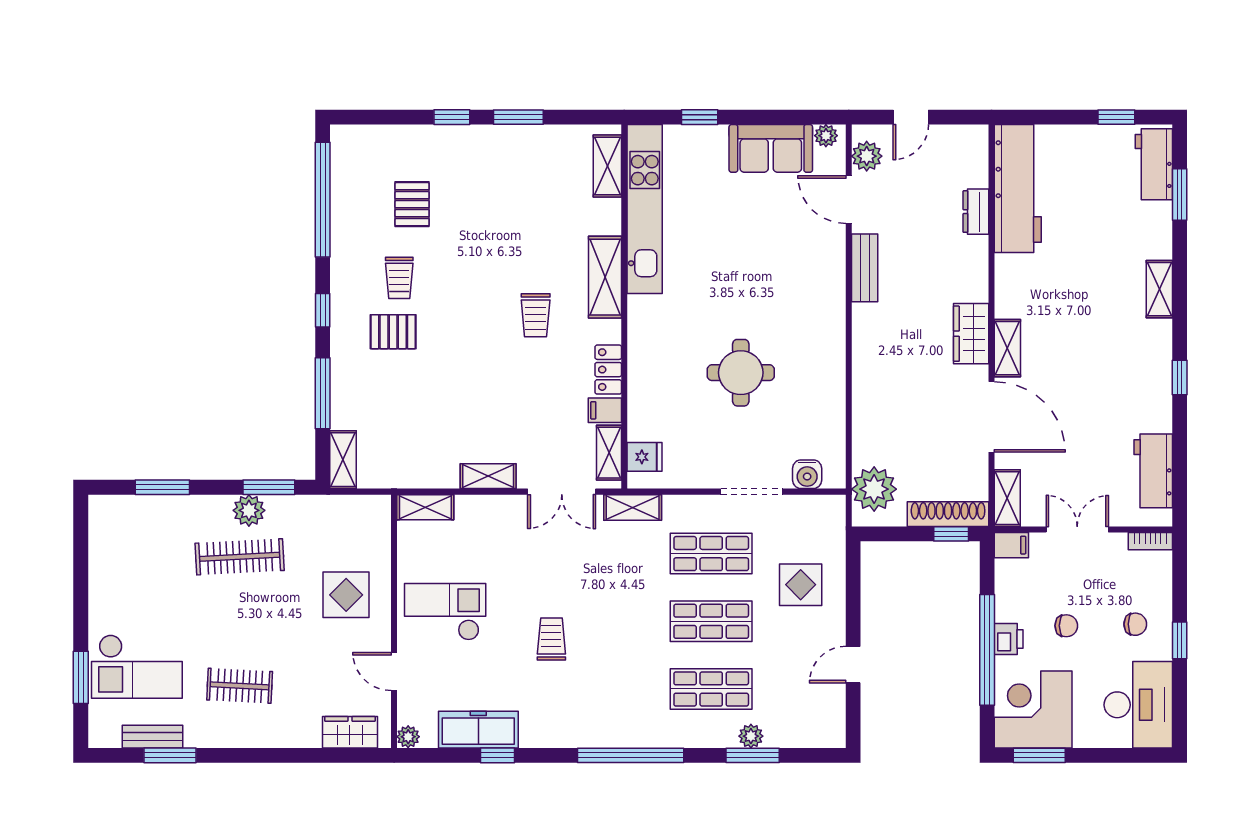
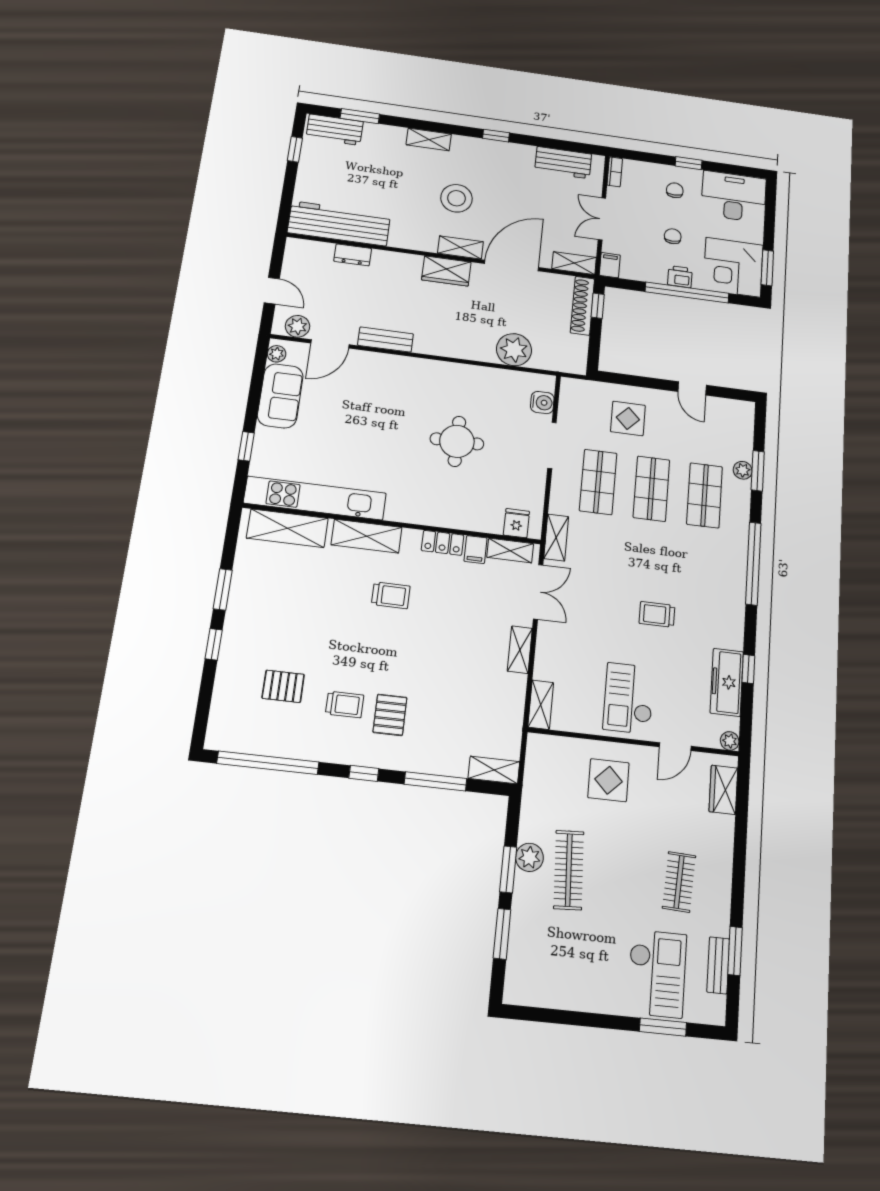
shelving: (607, 166) -> (287, 528), width x1.50, depth x1.33
stool: (1078, 335) -> (456, 198), added
window: (269, 487) -> (508, 869), moved
plant: (874, 489) -> (514, 350), moved

